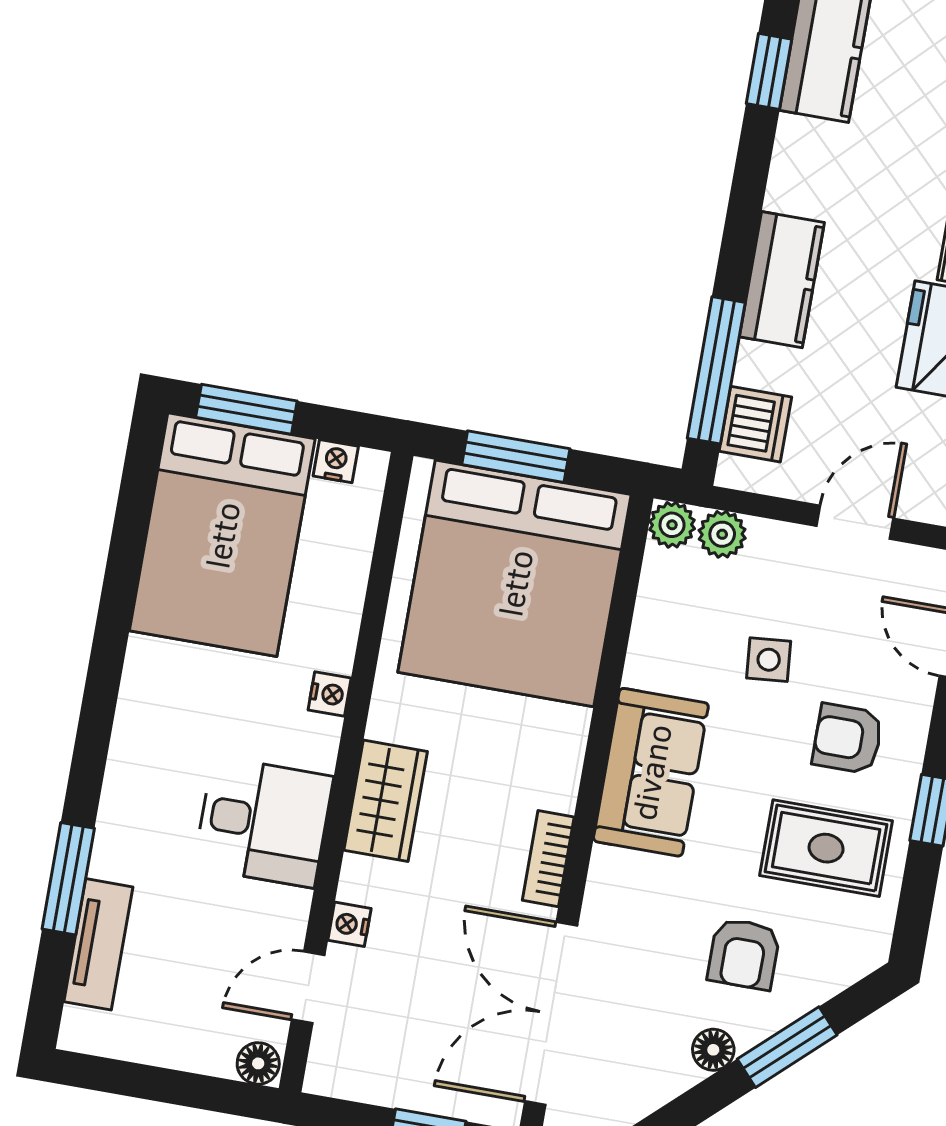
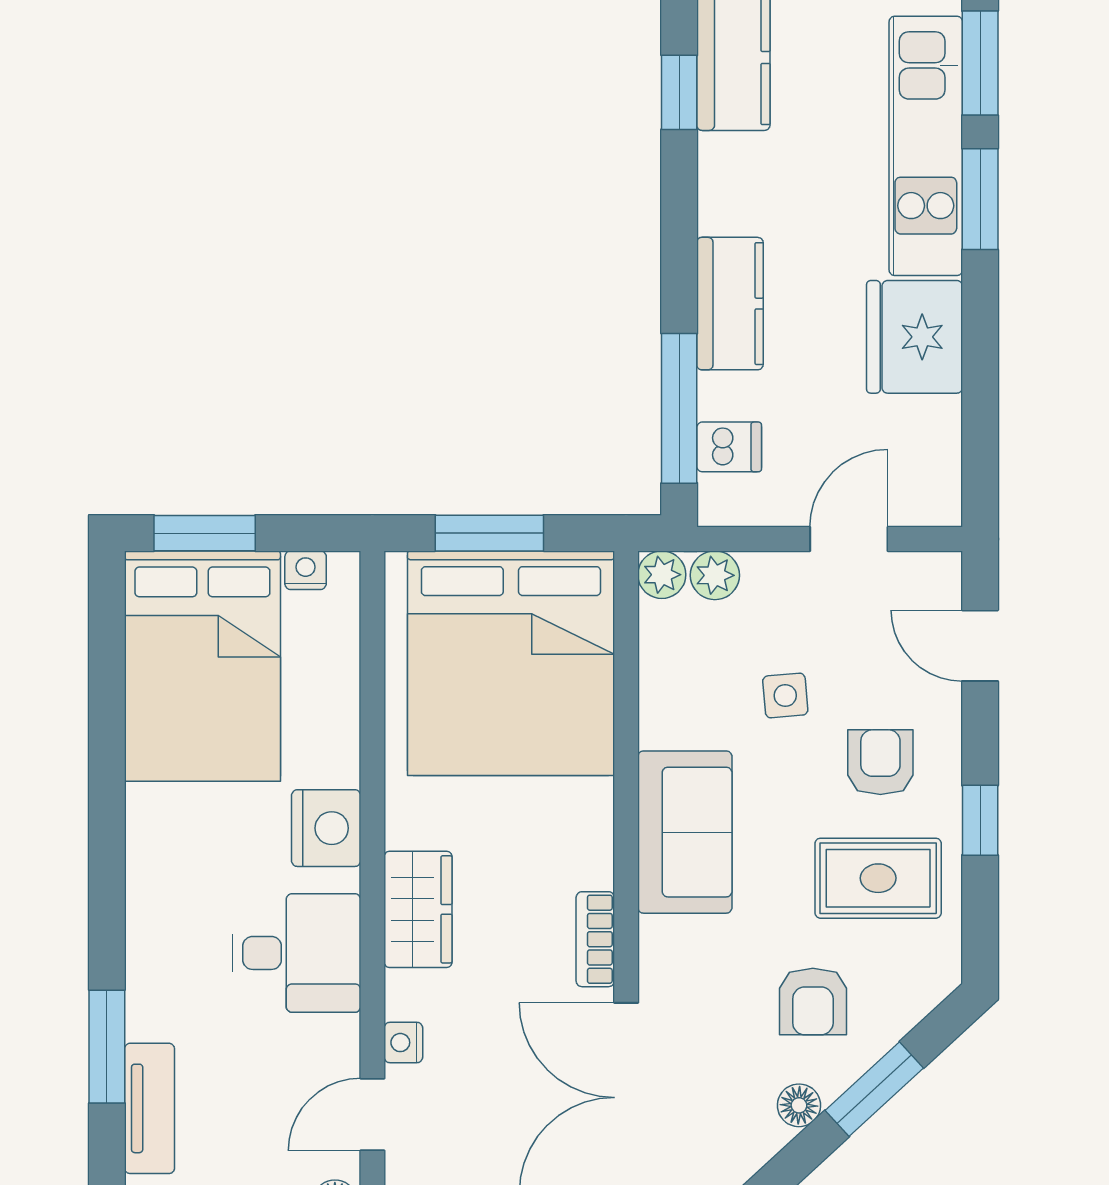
dishwasher: (755, 424) -> (729, 447), width x0.73
nightstand: (330, 694) -> (326, 828), width x1.89, depth x1.79
armchair: (848, 739) -> (880, 762), turned 90

